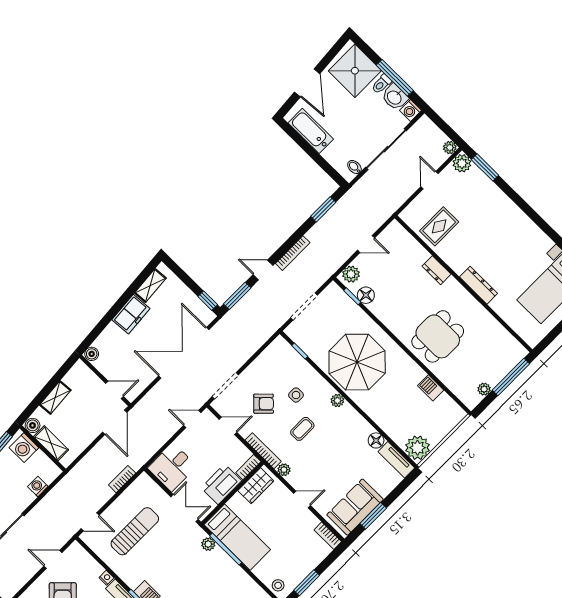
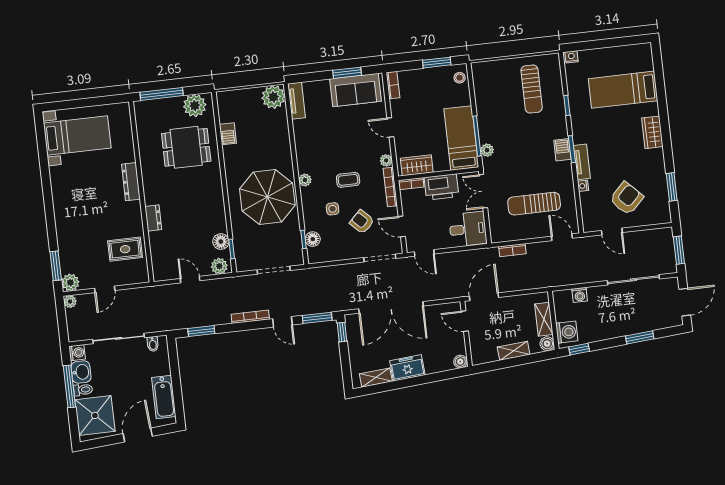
dining table: (438, 336) -> (186, 147), moved
plant: (484, 389) -> (195, 106), width x1.87, depth x1.87
floor lamp: (376, 440) -> (313, 239), moved

